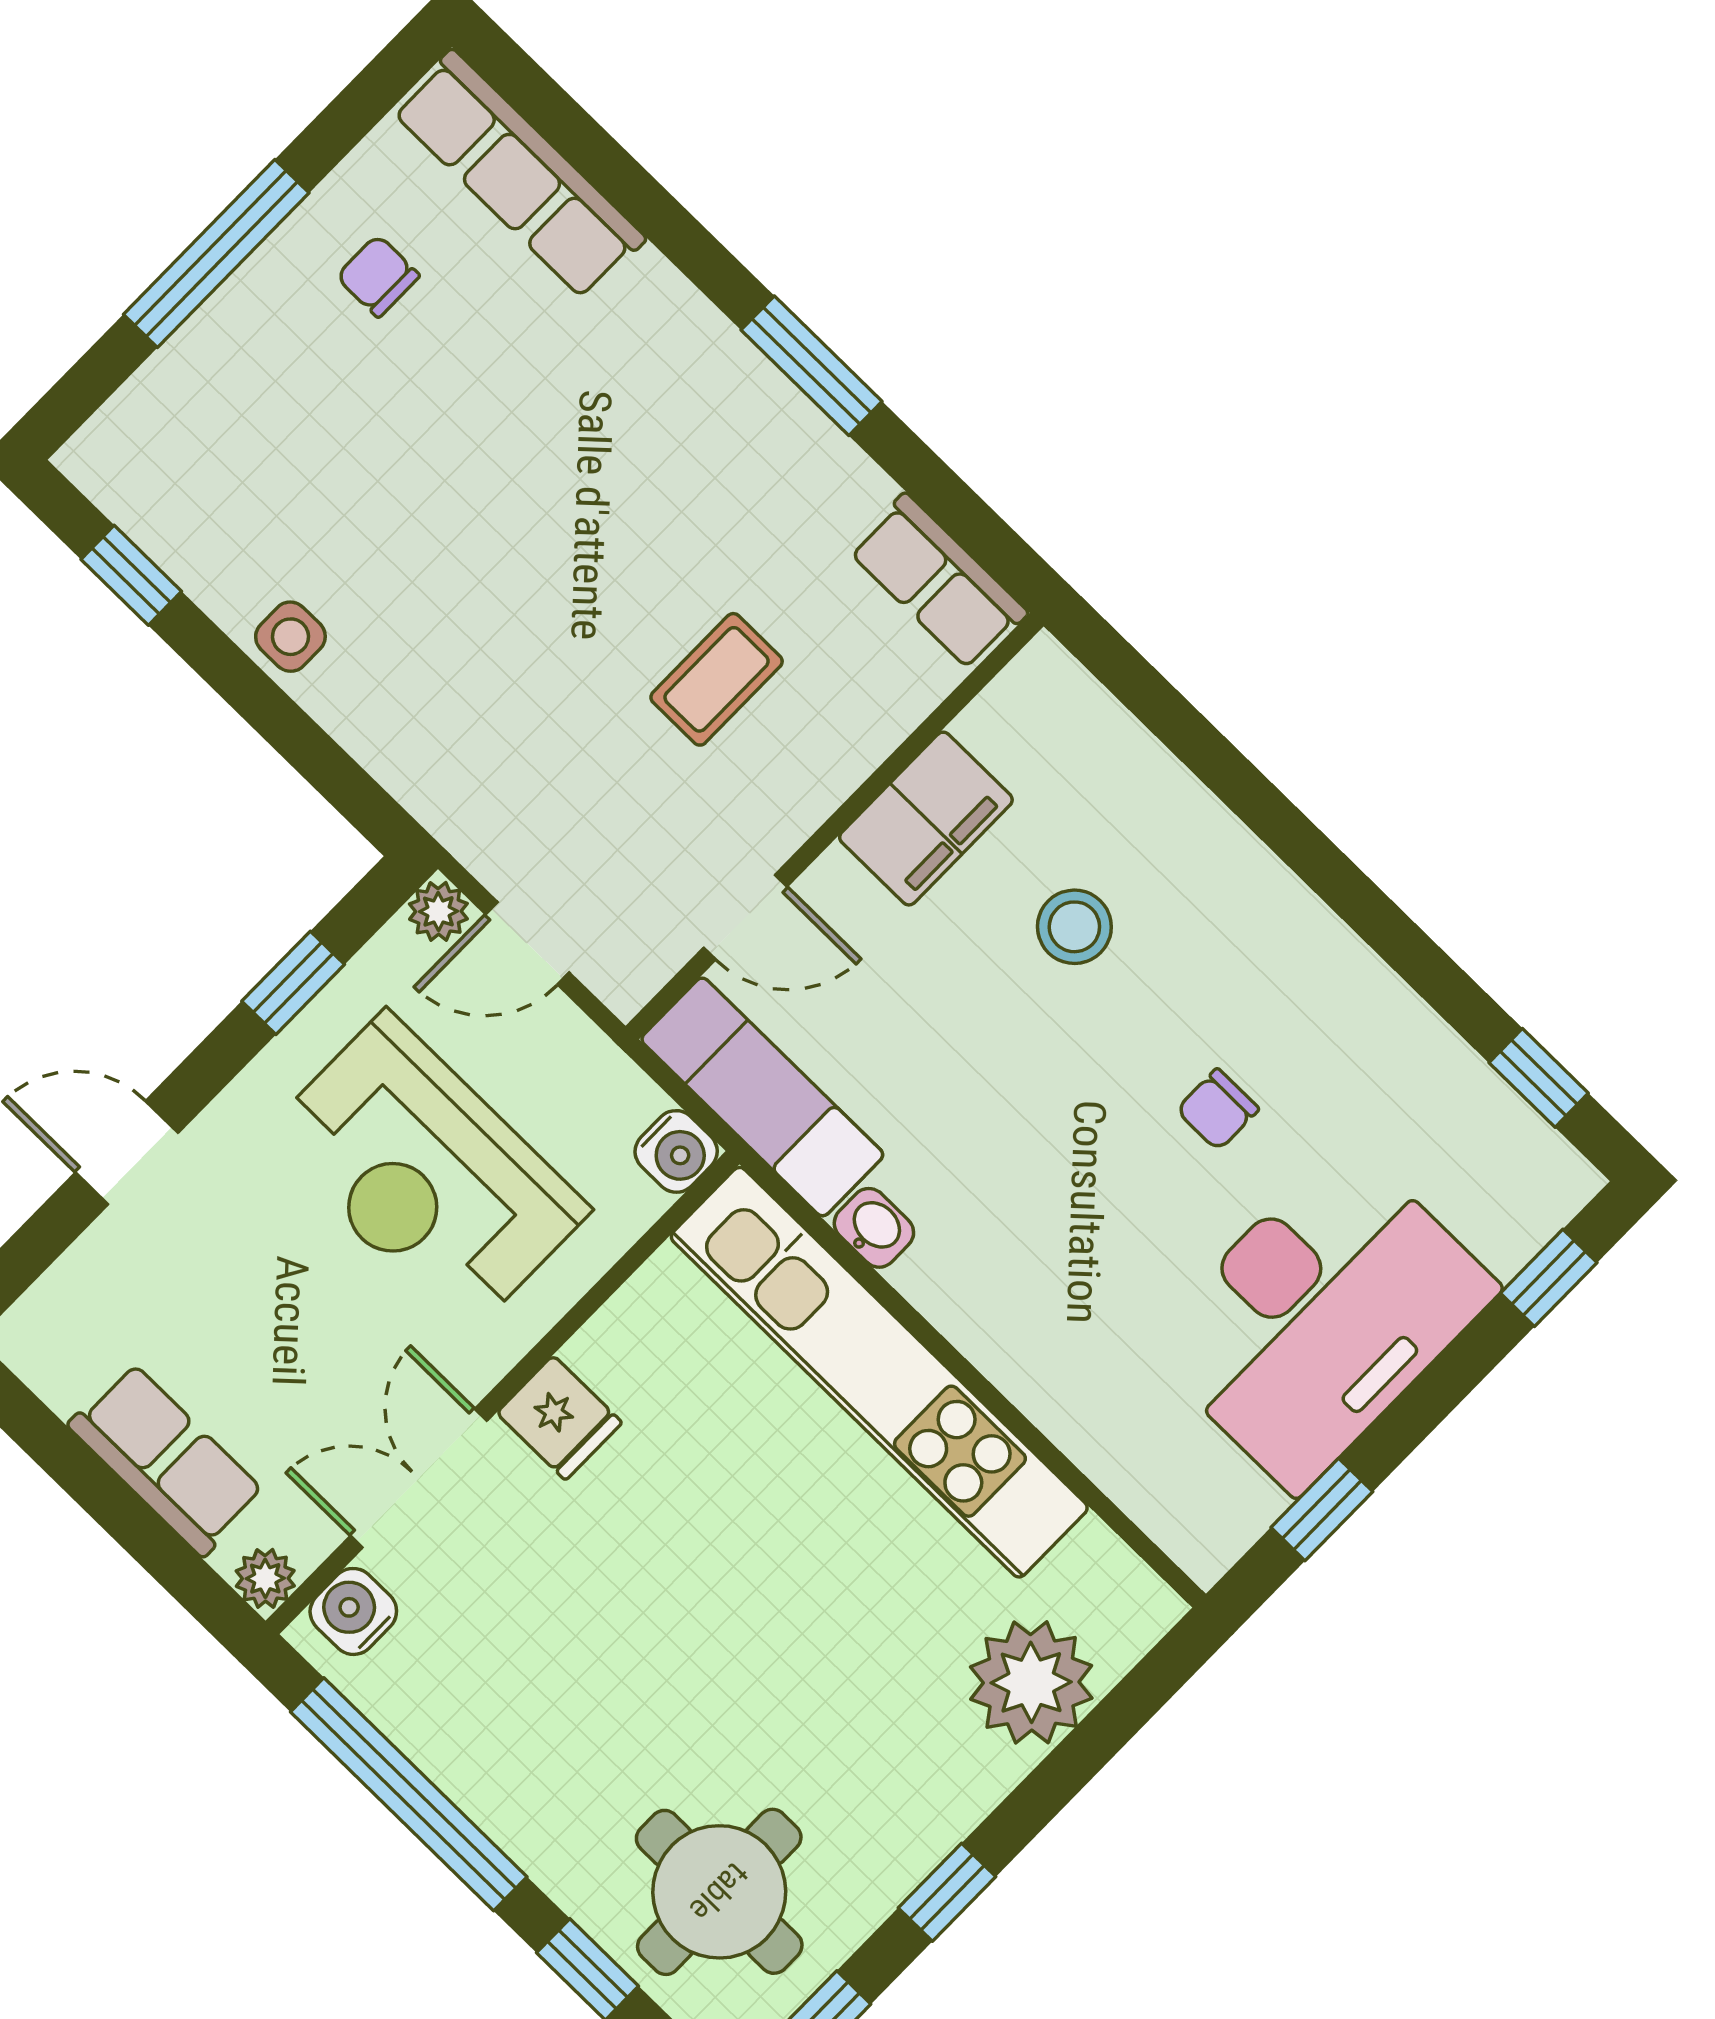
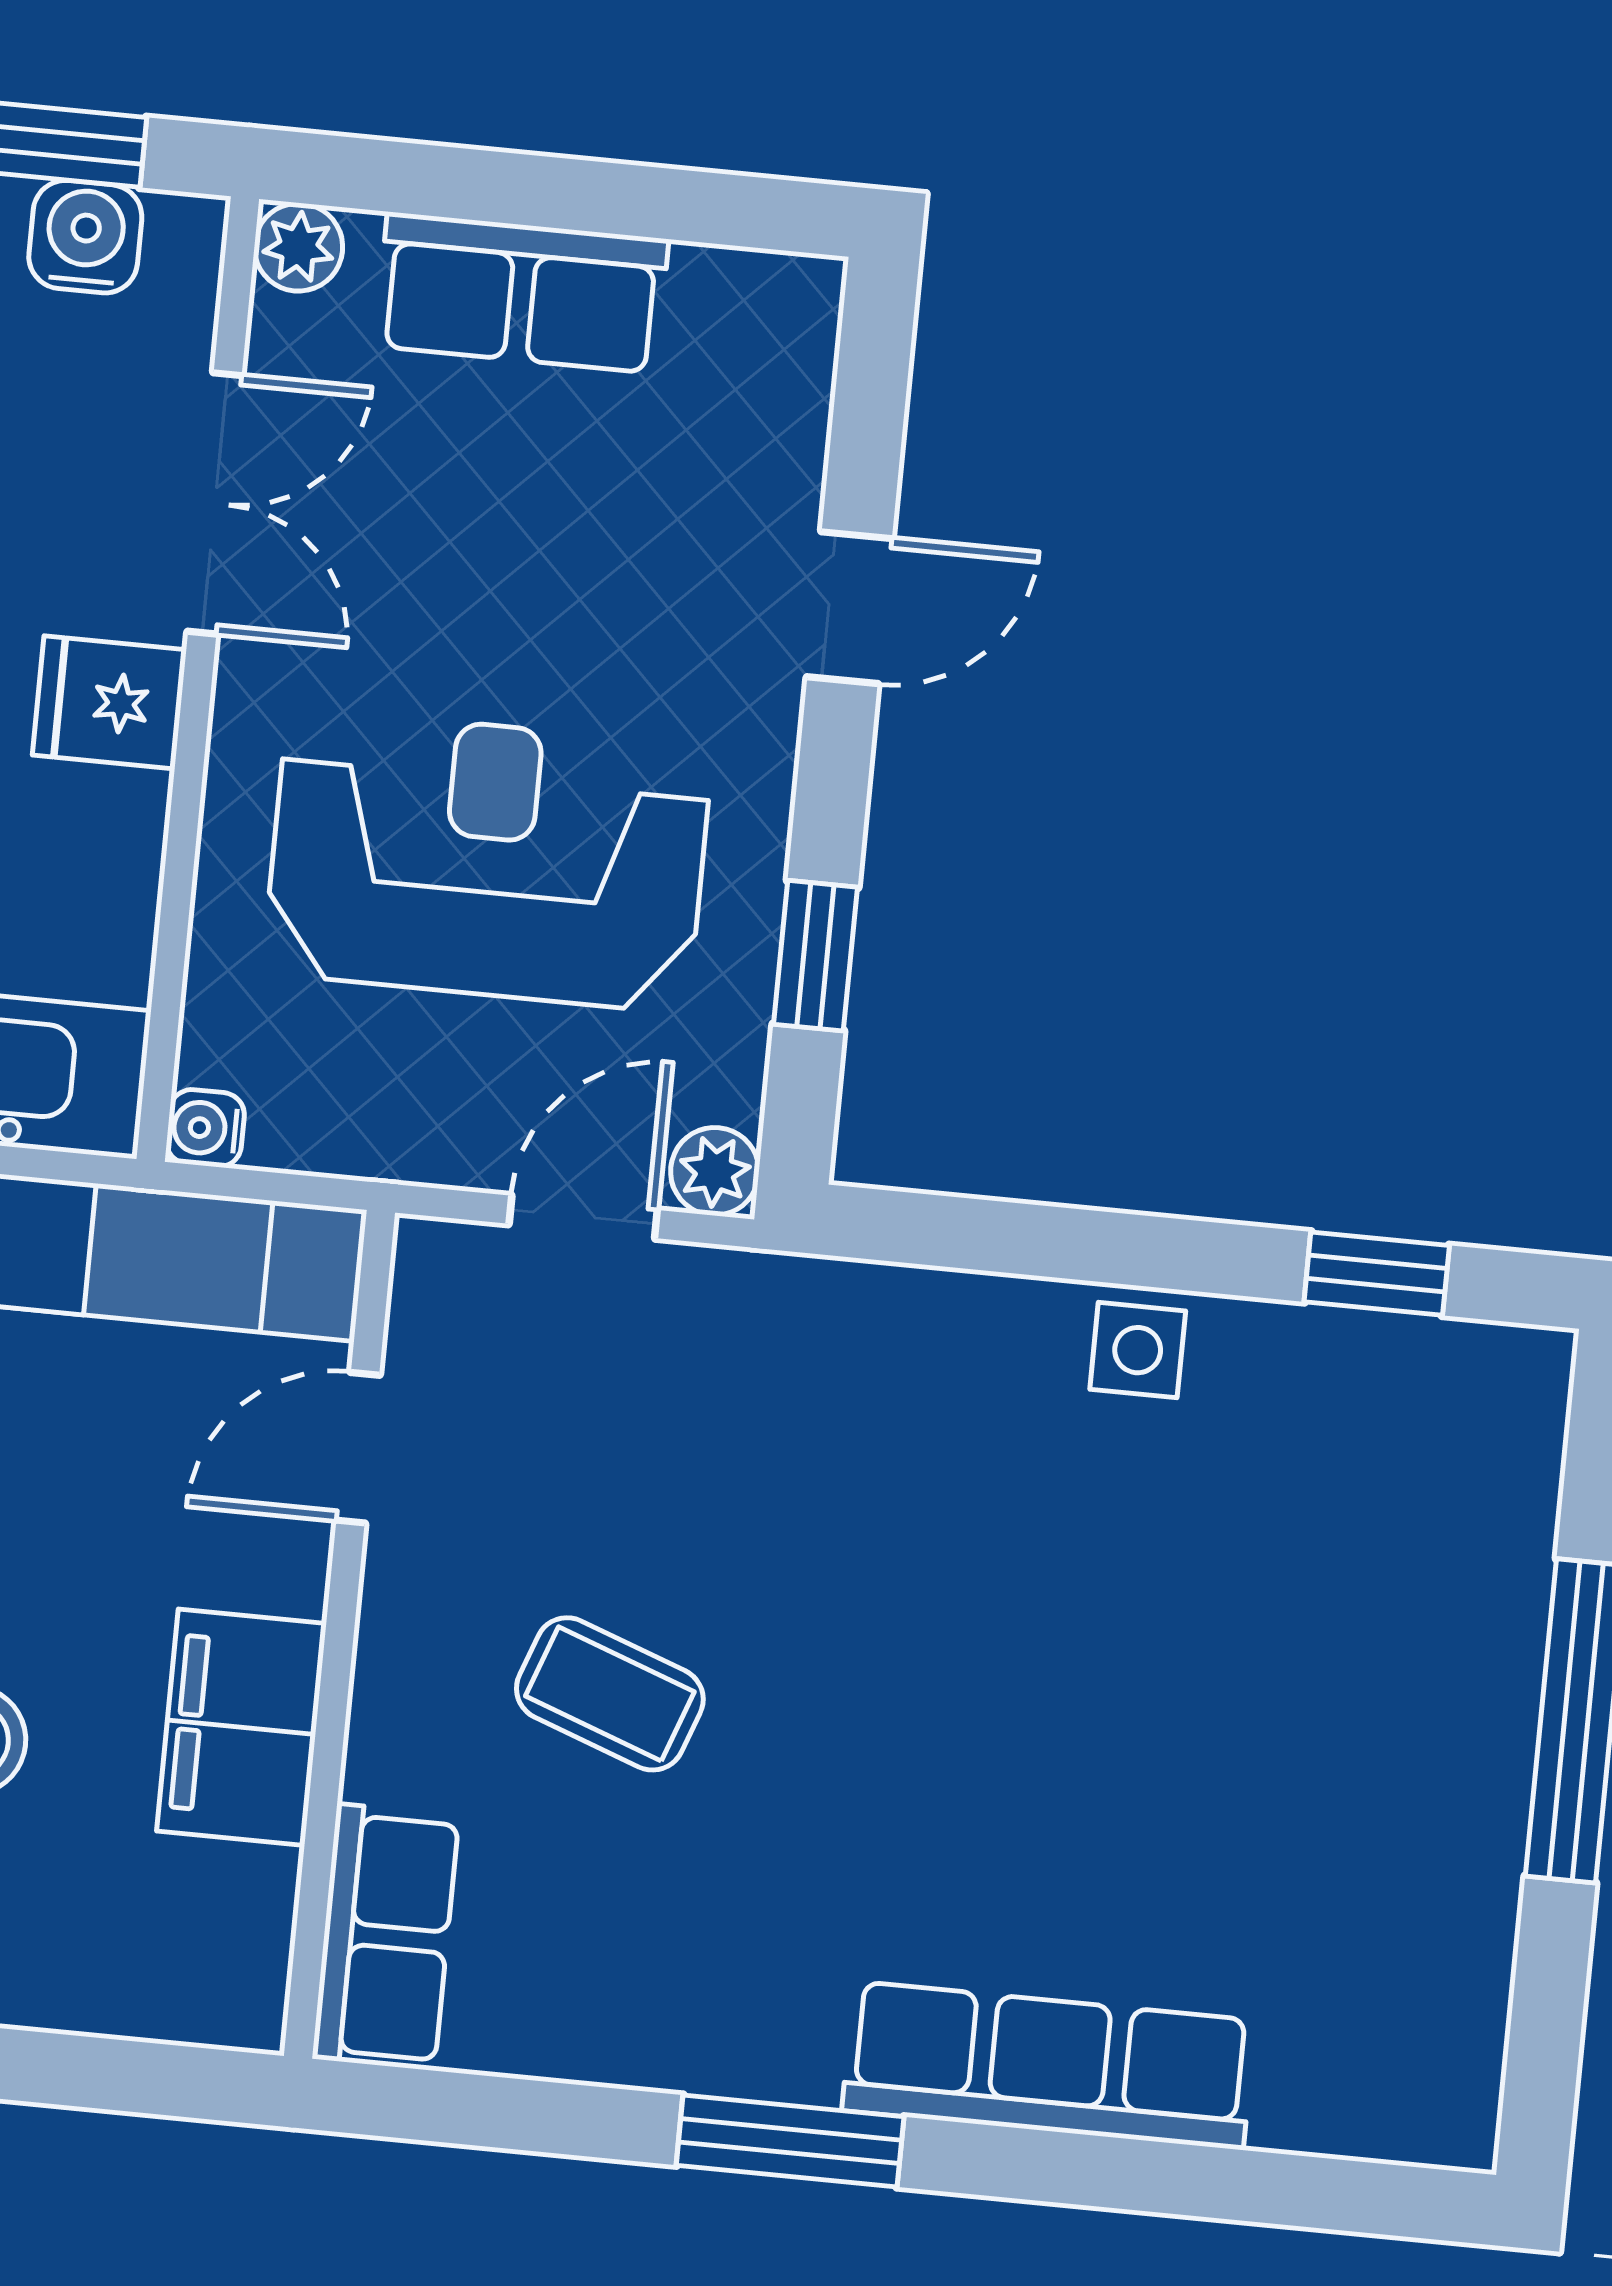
row of seats: (519, 175) -> (1049, 2065), moved
chair: (378, 276) -> (1370, 1844), removed
row of seats: (938, 582) -> (386, 1937), moved, turned 90
coffee table: (717, 679) -> (610, 1694), turned -70
water cooler: (676, 1151) -> (205, 1128), width x0.72, depth x0.72
water cooler: (353, 1611) -> (85, 237), moved, turned -90

